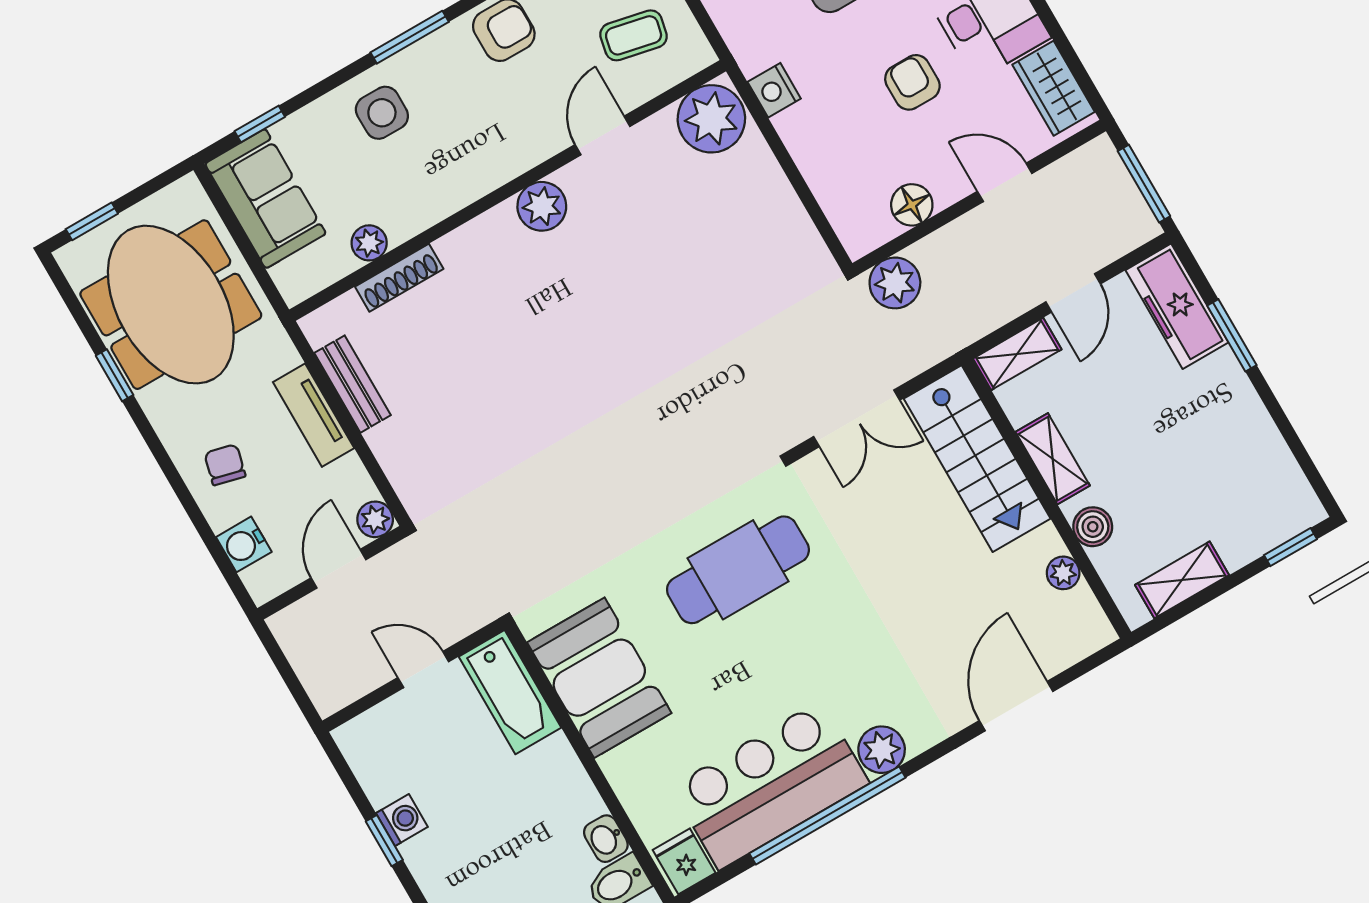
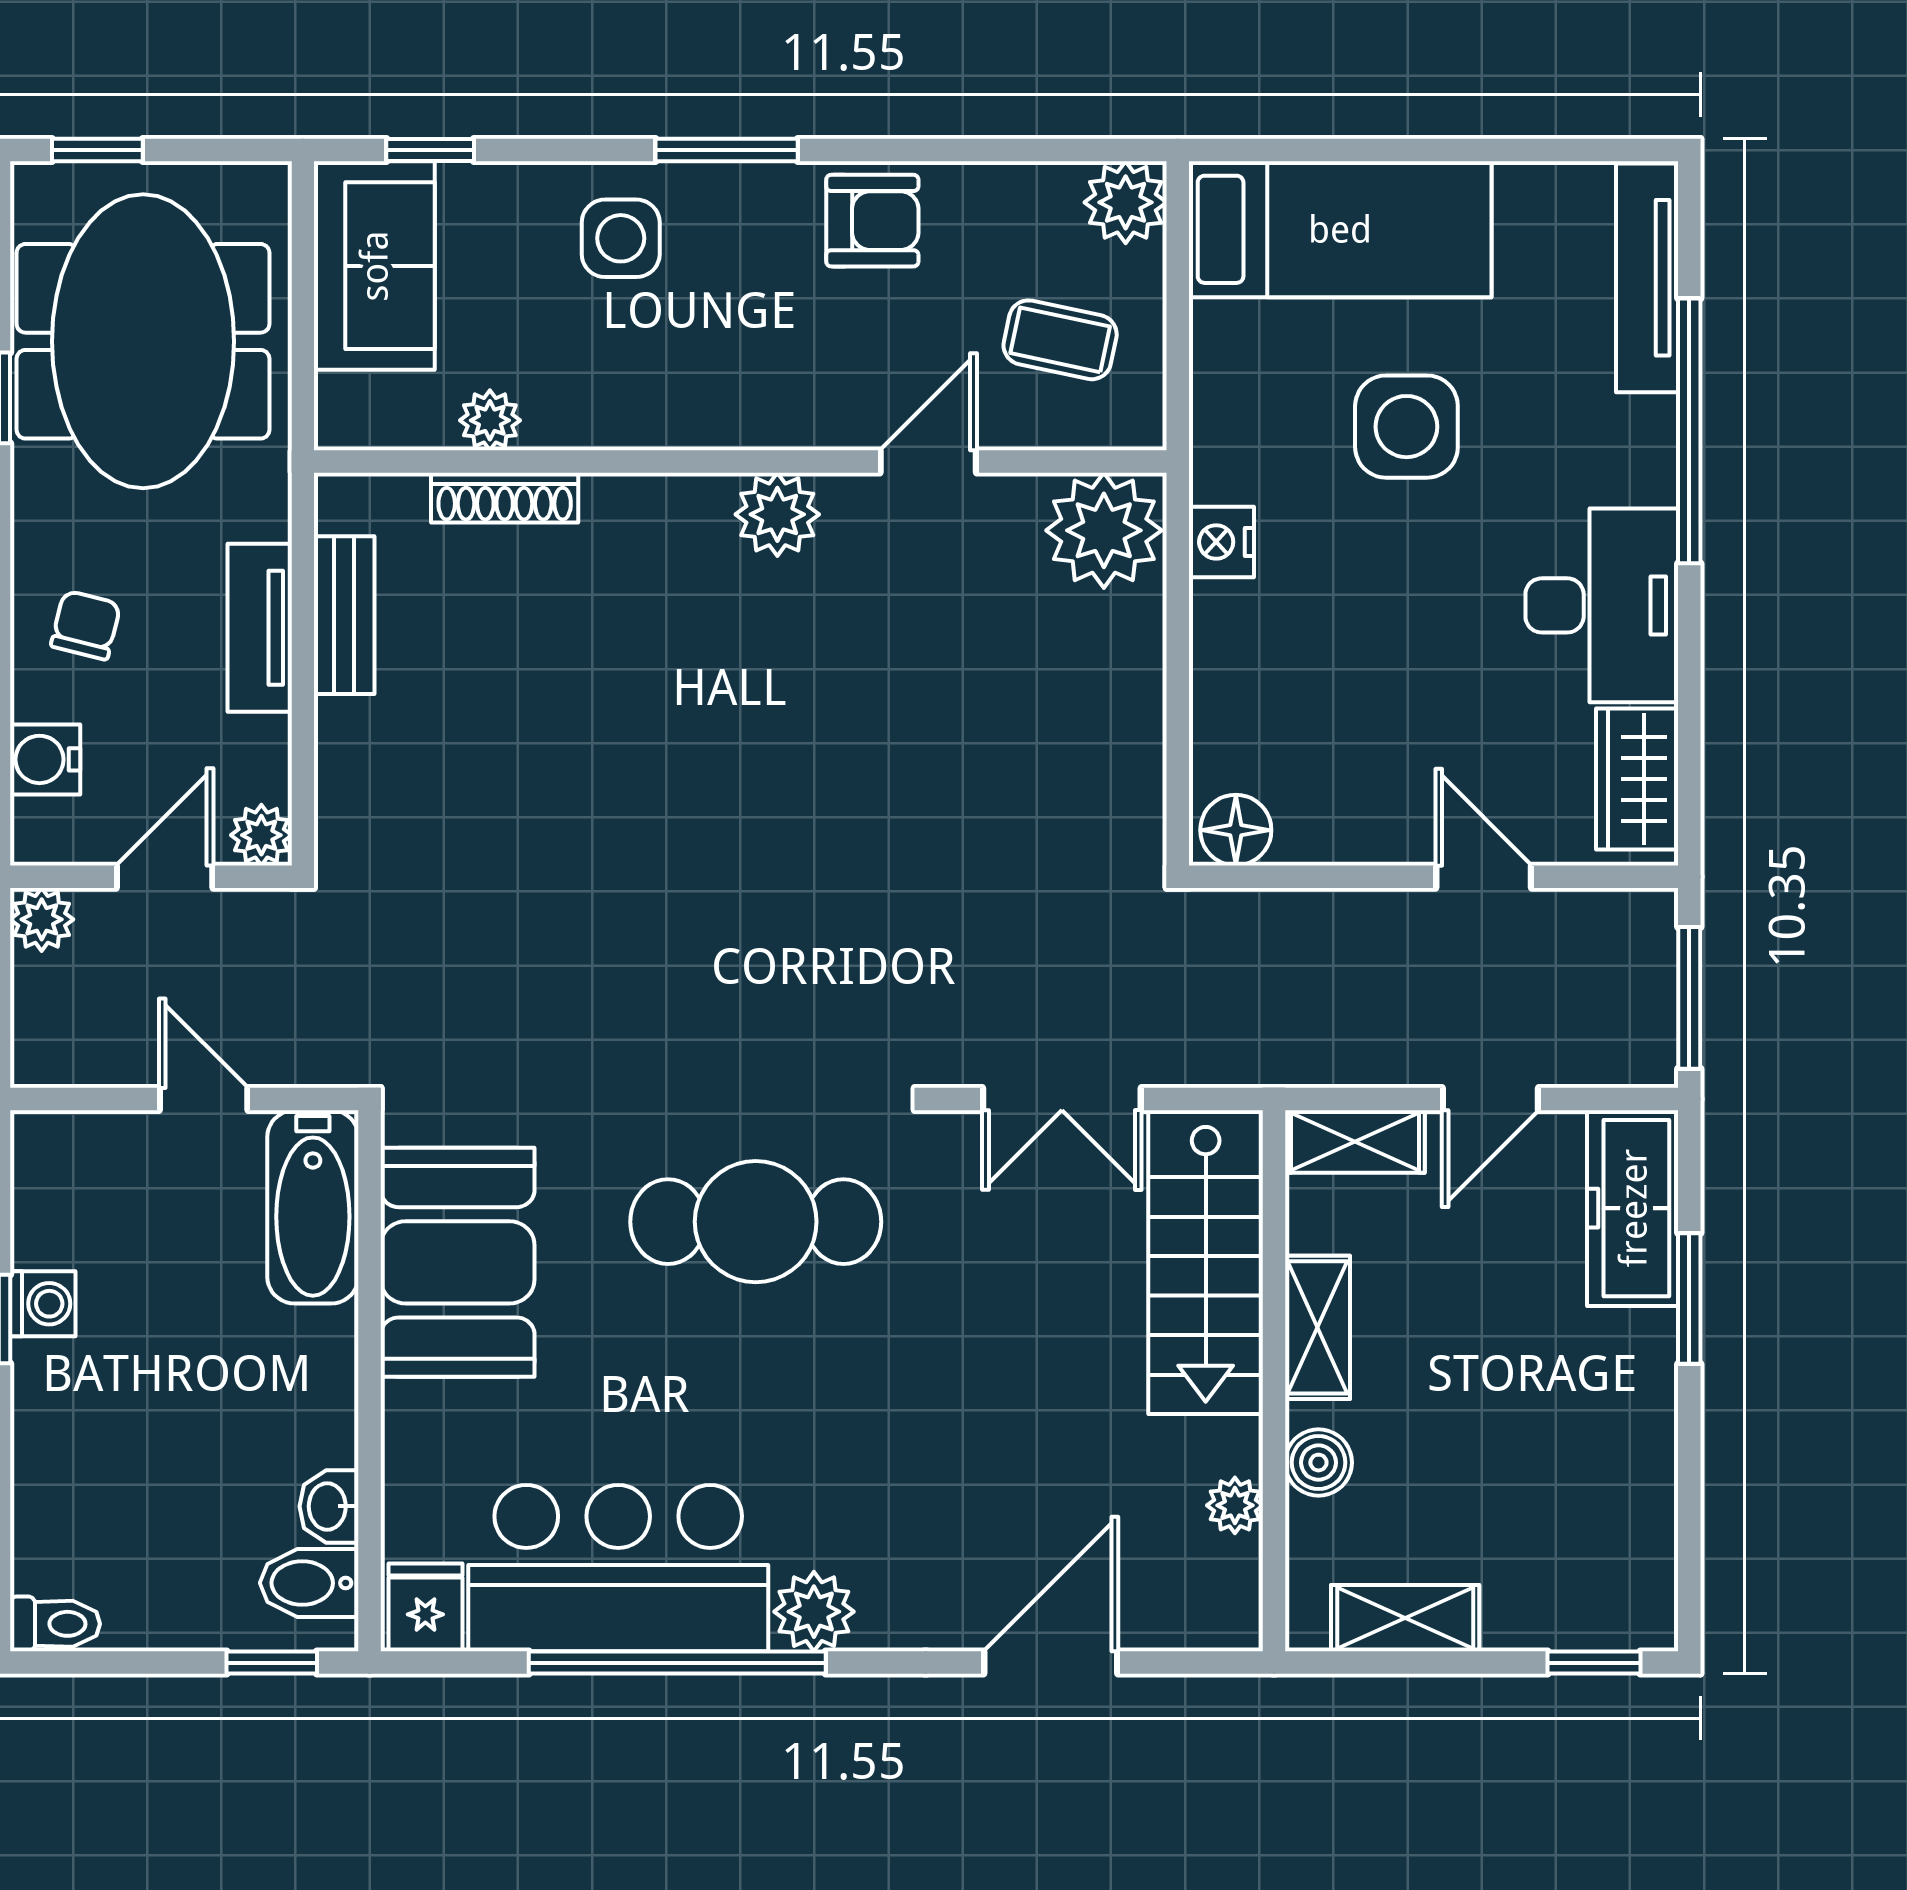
armchair: (912, 82) -> (1433, 649), removed
floor lamp: (912, 205) -> (1236, 830), moved
plant: (895, 283) -> (42, 919), moved, width x0.73, depth x0.73

